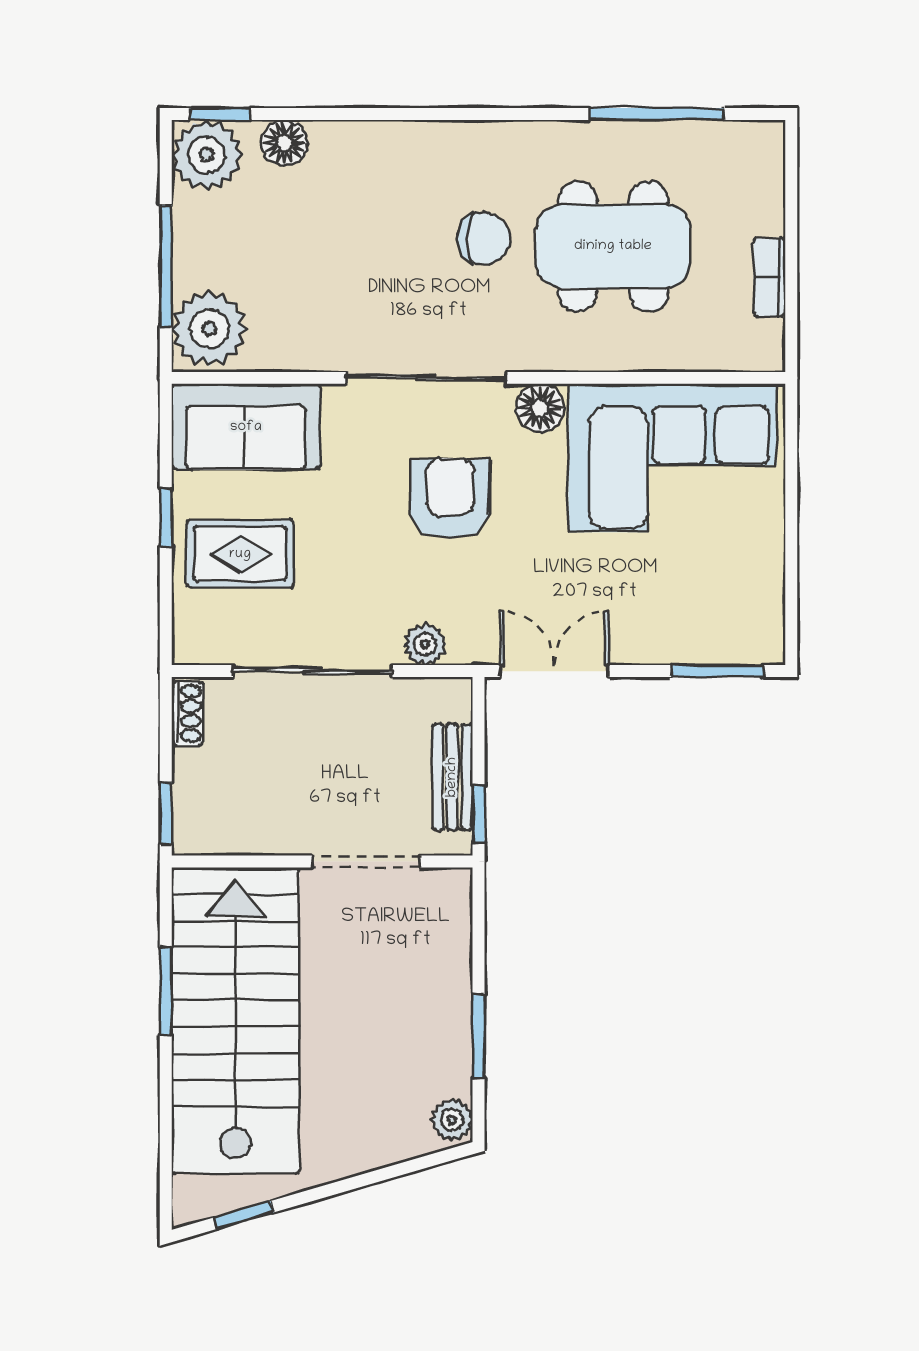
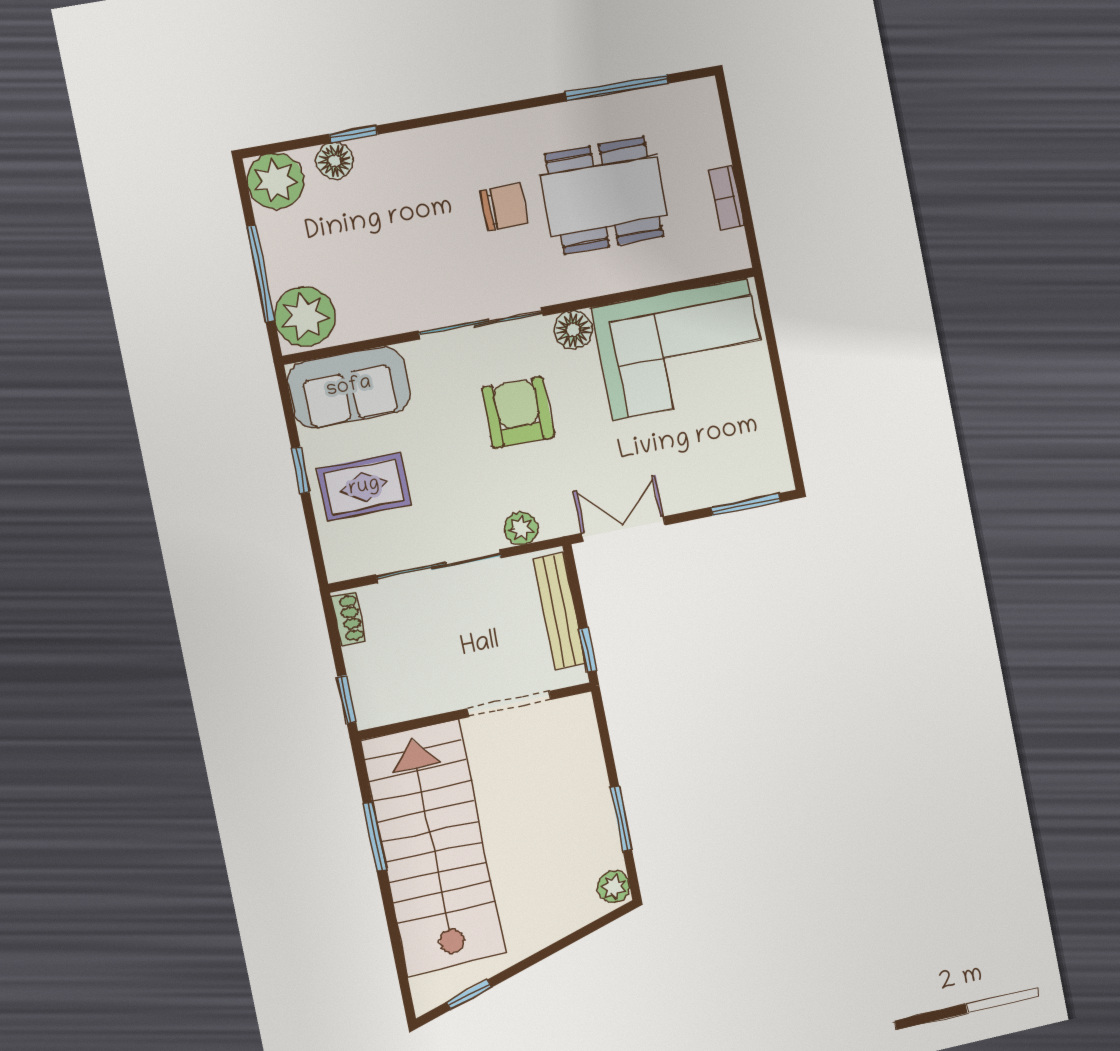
window: (220, 114) -> (353, 134), moved
bench: (452, 777) -> (559, 611), width x1.36

